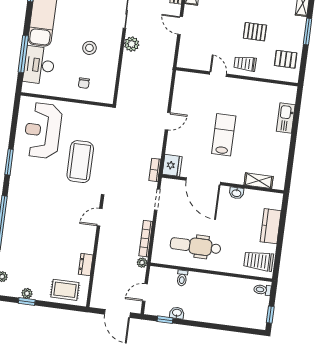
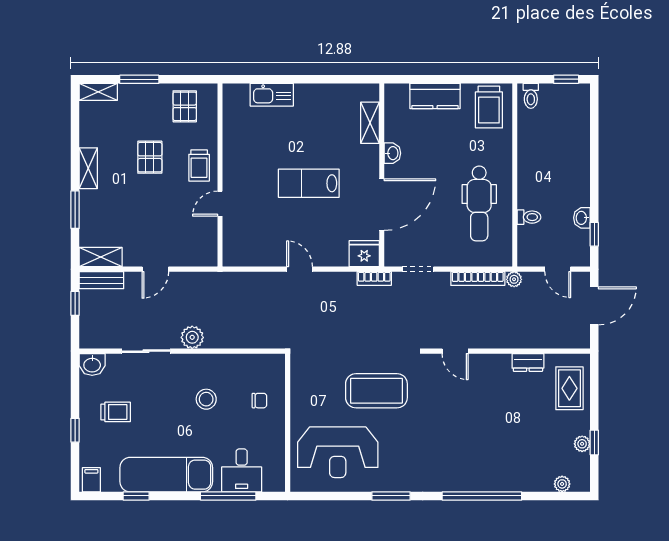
desk: (39, 65) -> (242, 470), width x0.73

